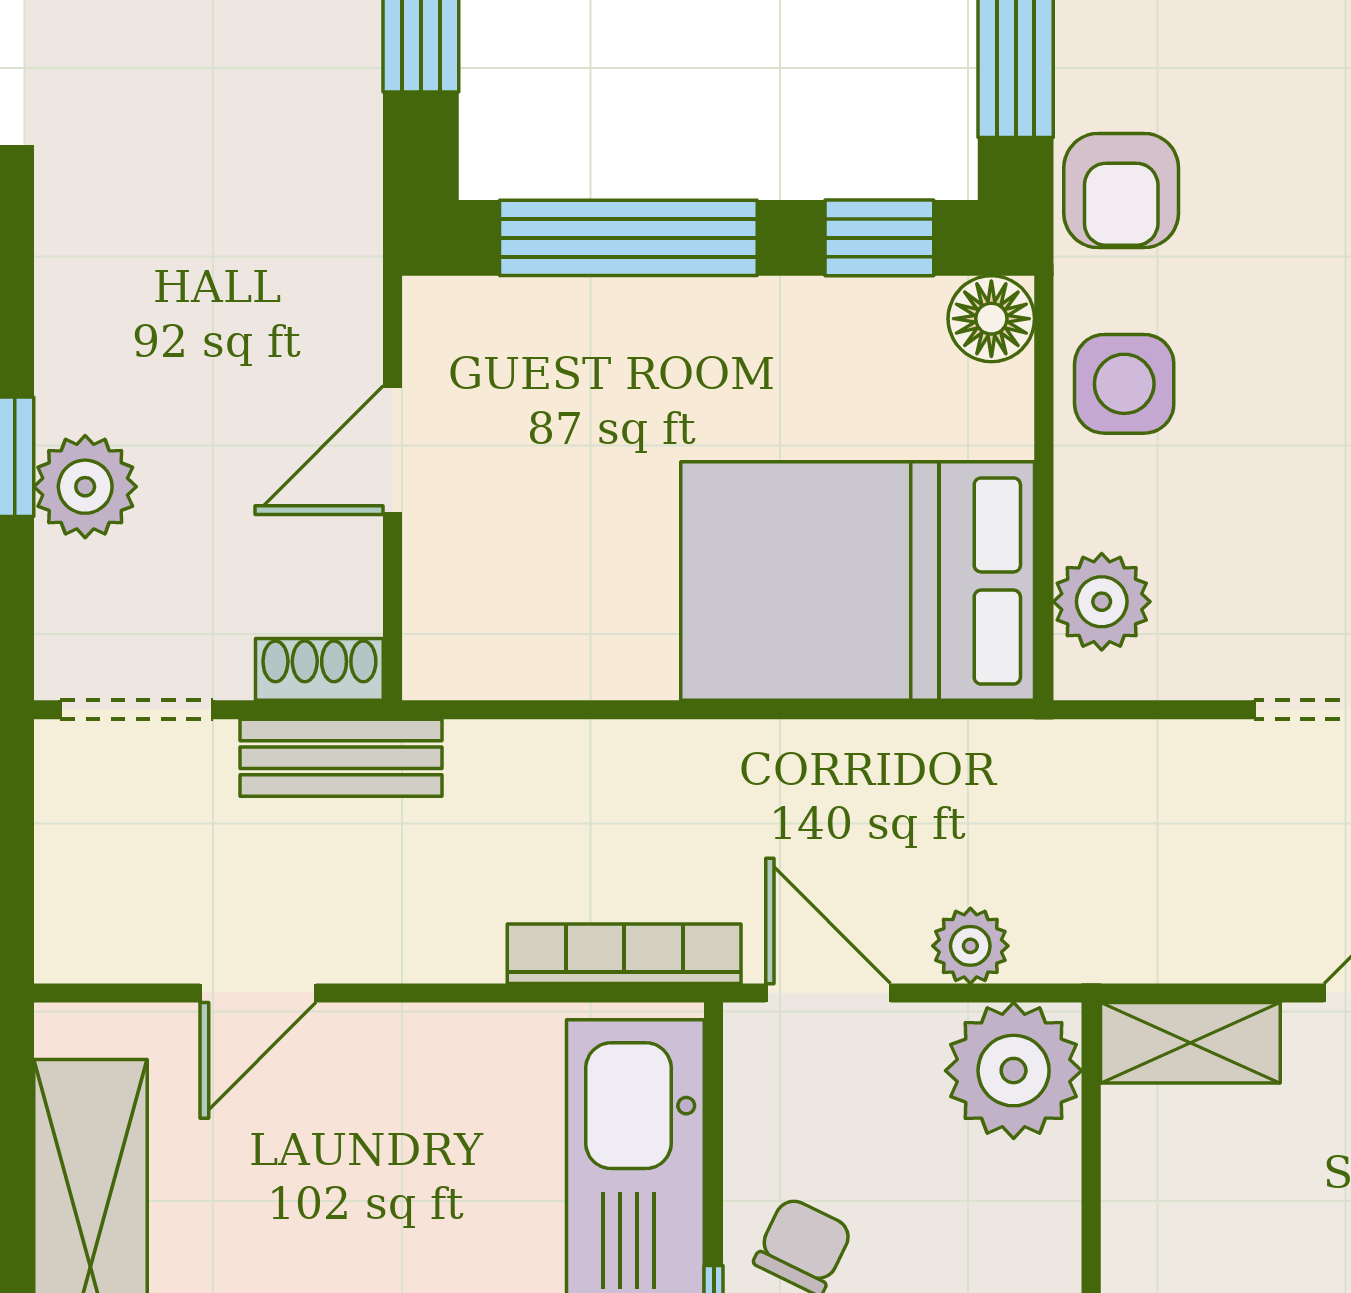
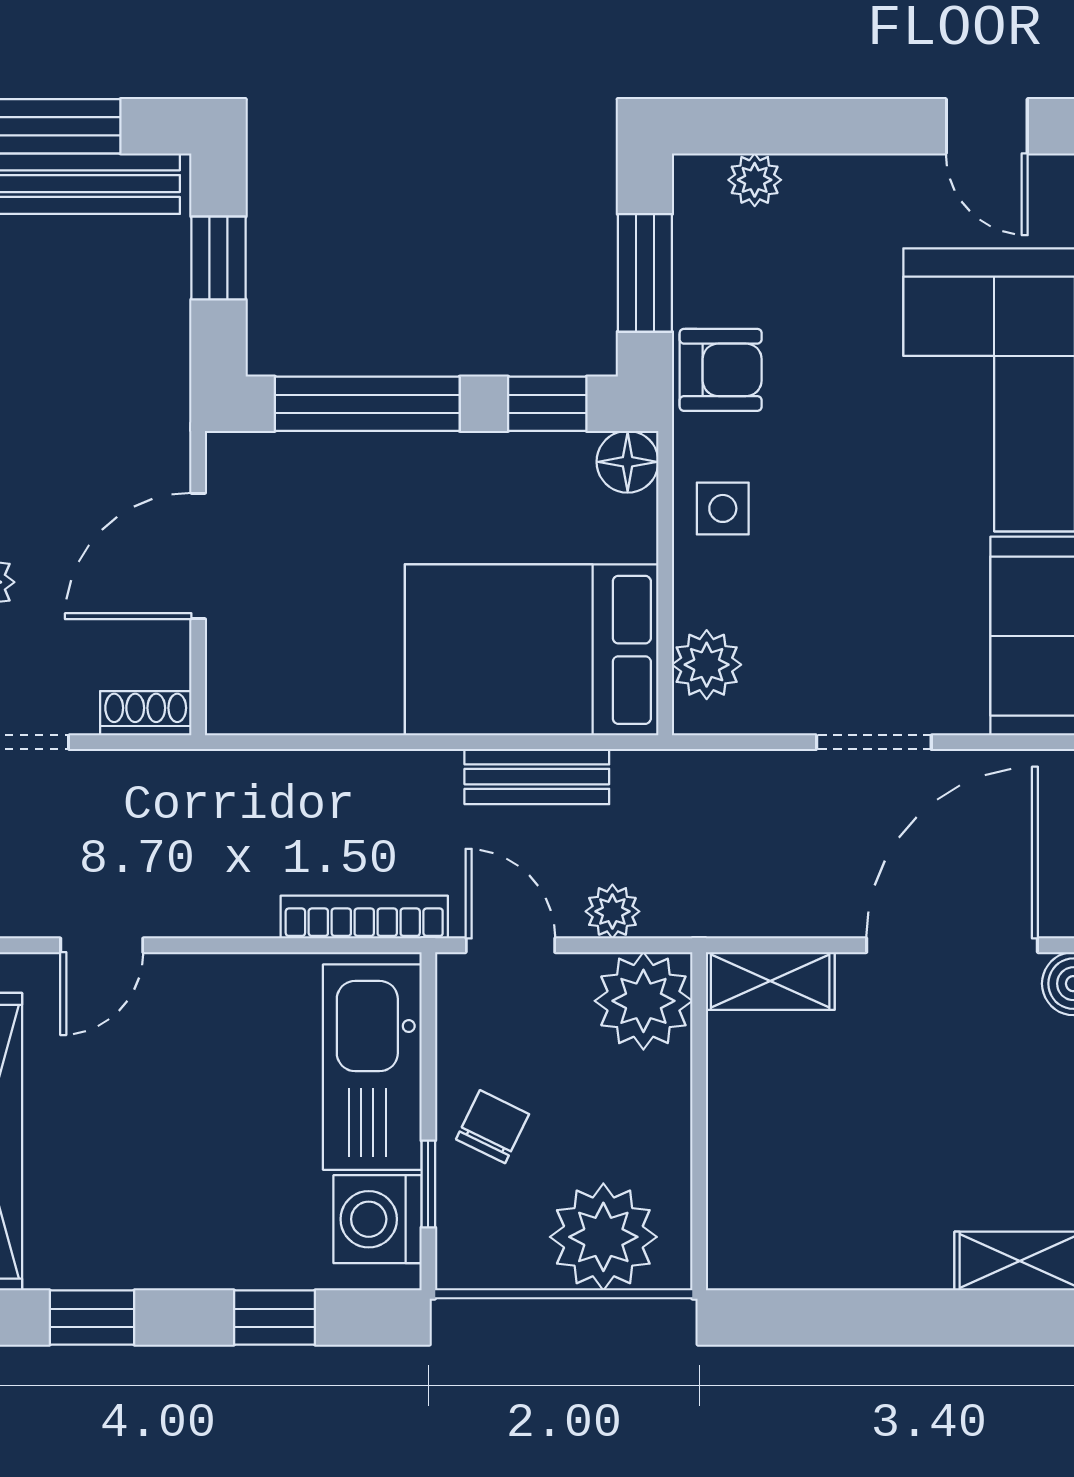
armchair: (1121, 191) -> (721, 370), turned -90
side table: (1124, 384) -> (723, 508), width x0.73, depth x0.73
door: (393, 450) -> (198, 556), width x1.38
bench: (341, 758) -> (537, 777), moved

